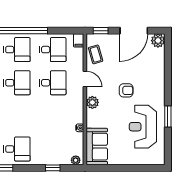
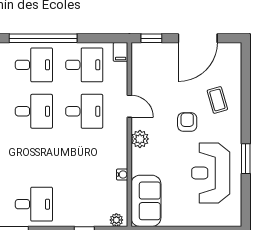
plant: (158, 41) -> (232, 52), removed
coffee table: (96, 54) -> (217, 100), moved
armchair: (126, 90) -> (187, 122), turned -90

